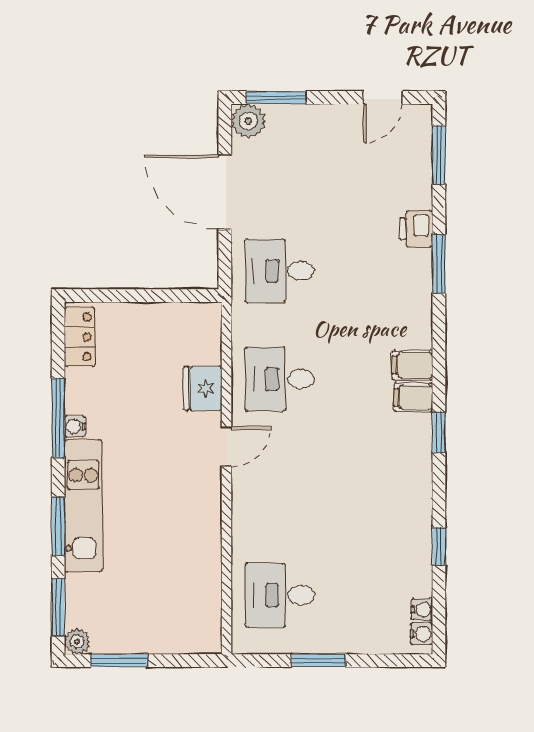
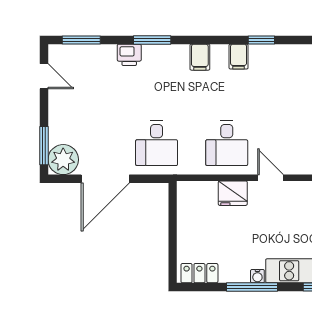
plant: (248, 121) -> (63, 160), width x1.36, depth x1.36
filing cabinet: (412, 365) -> (200, 57), moved

